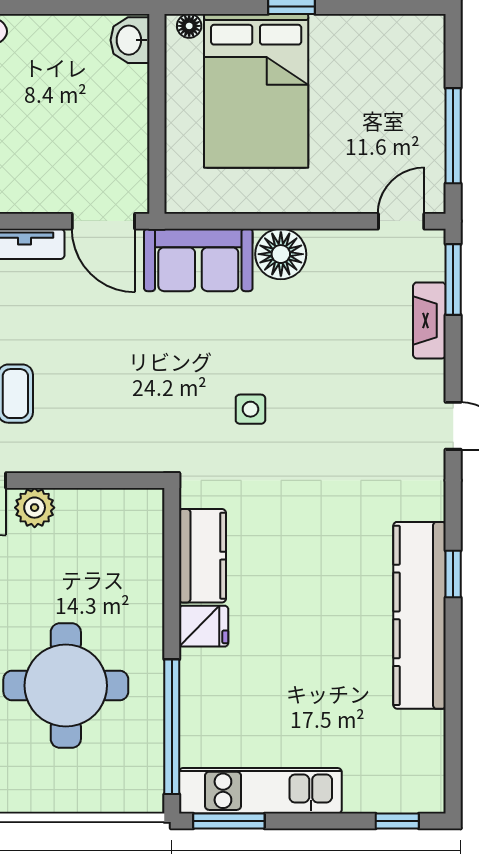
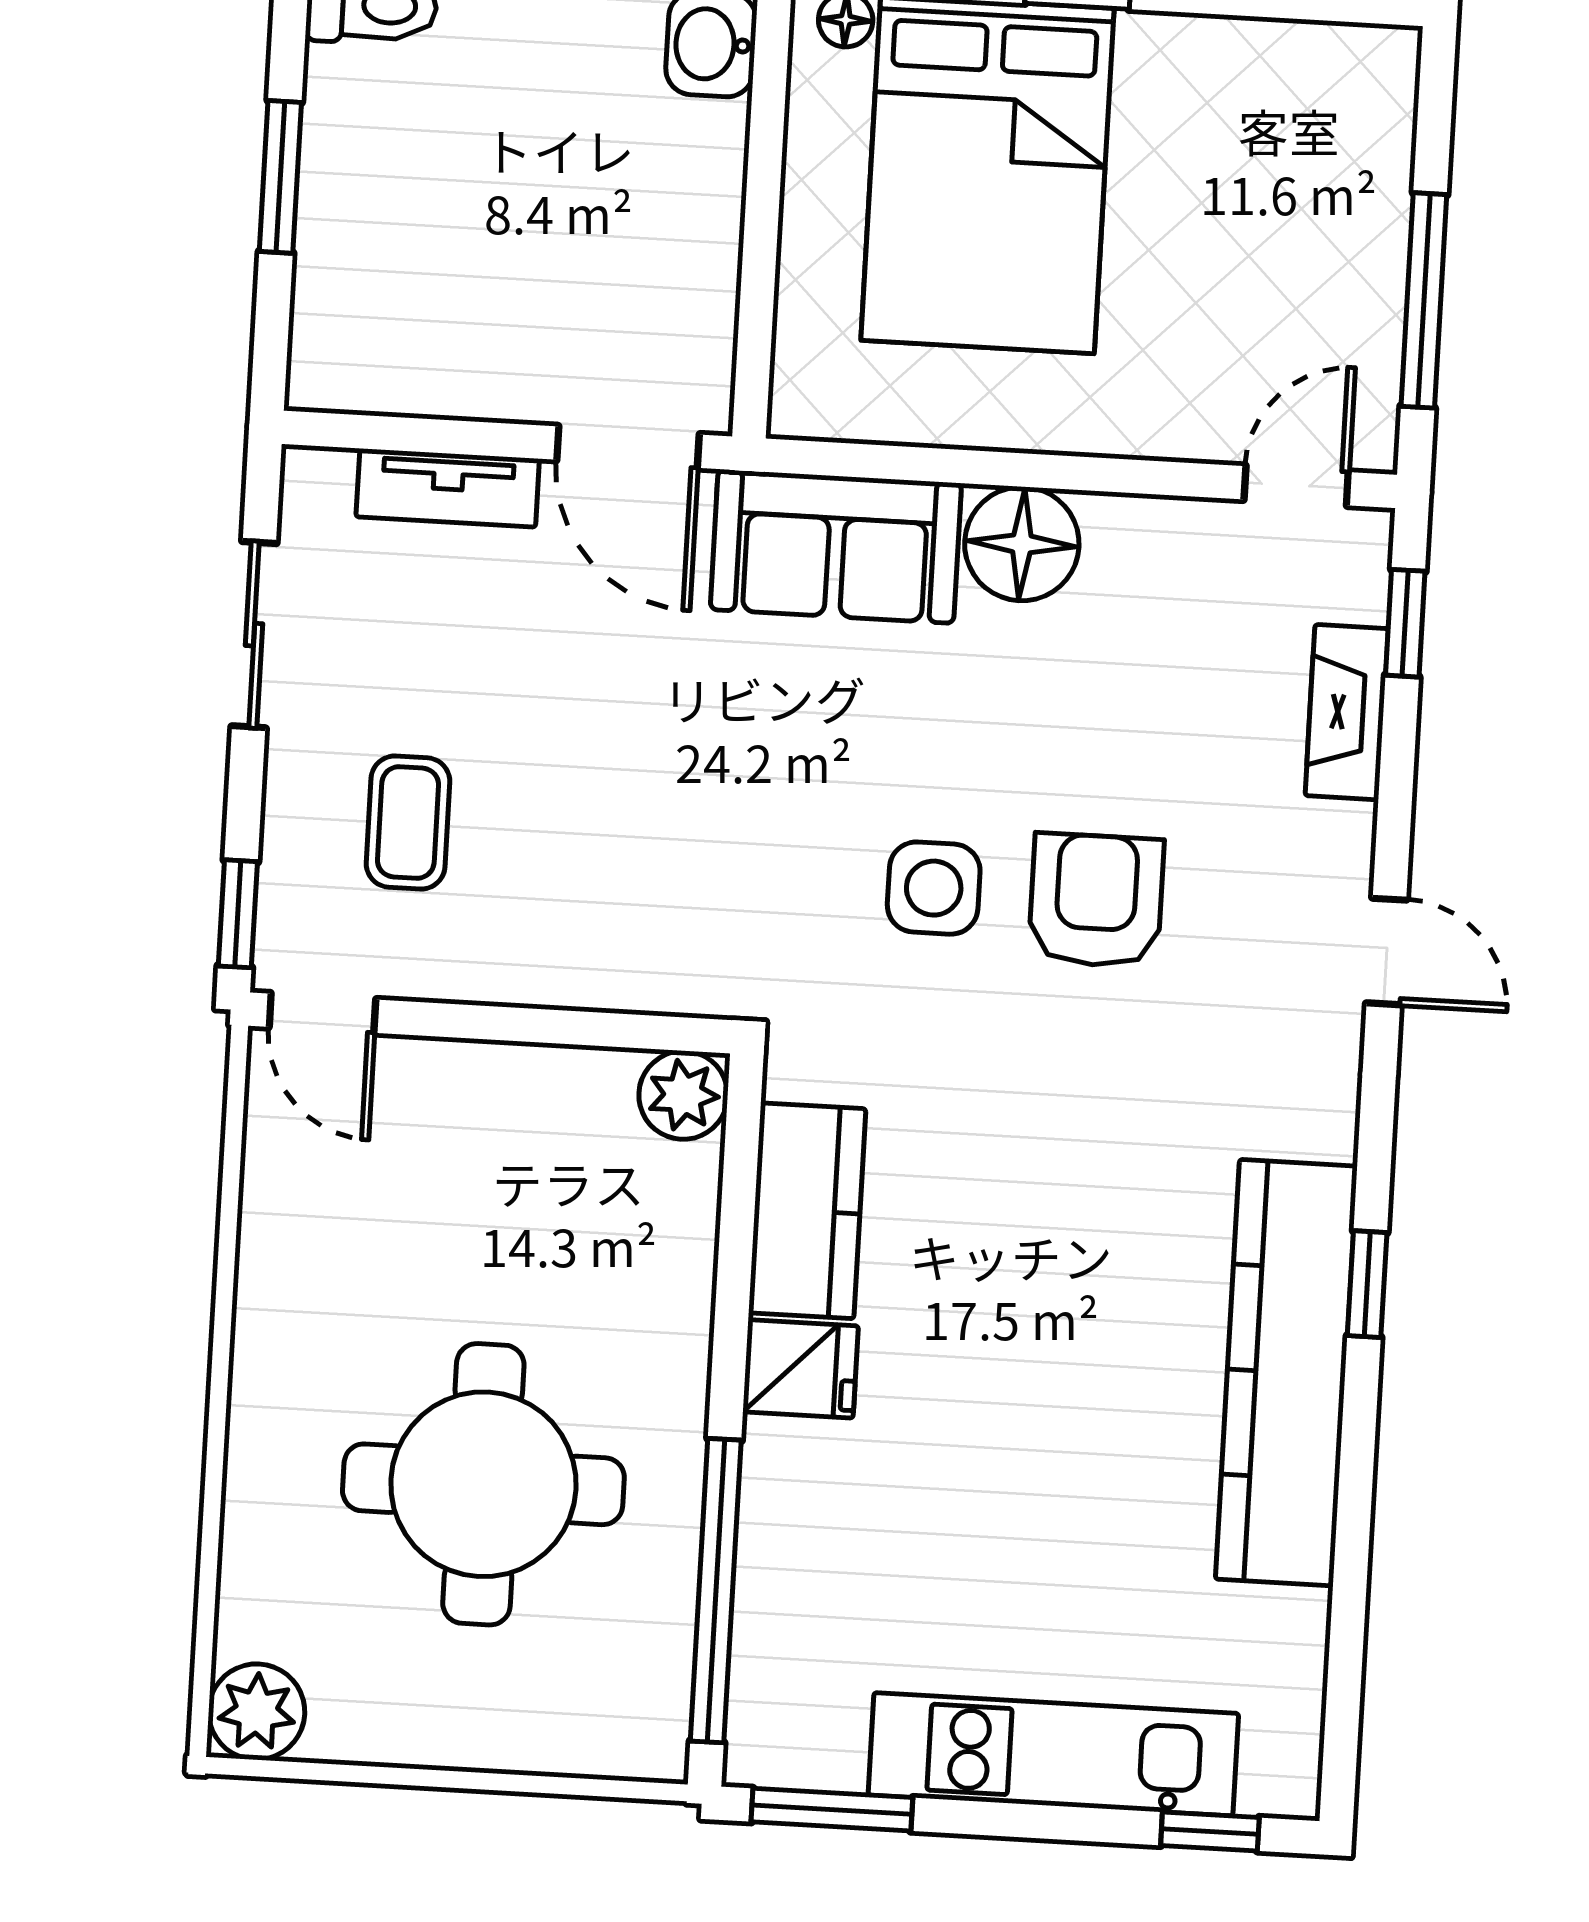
window: (453, 279) -> (1405, 623), width x0.67
side table: (250, 409) -> (934, 888), width x1.37, depth x1.37
armchair: (323, 411) -> (1096, 900), added
plant: (35, 508) -> (683, 1095), moved
kitchen unit: (260, 791) -> (1053, 1754), moved

